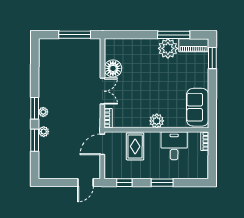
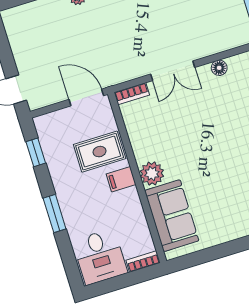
floor lamp: (113, 68) -> (219, 68), width x0.53, depth x0.53
sofa: (198, 107) -> (172, 216), moved, turned 90
filing cabinet: (154, 139) -> (121, 179), added
desk: (174, 146) -> (100, 257), moved, turned 90

